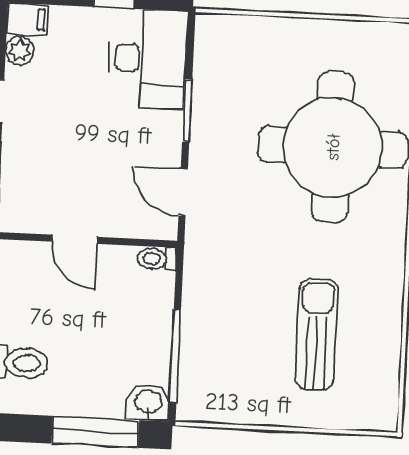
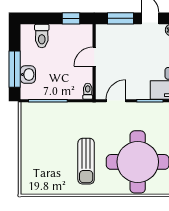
sun lounger: (317, 334) -> (86, 161), moved, turned 90
washbasin: (148, 403) -> (28, 75), moved

